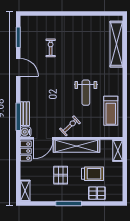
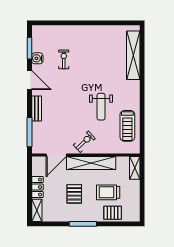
bench: (25, 114) -> (37, 108), moved
water cooler: (26, 132) -> (37, 58), moved
locker: (26, 151) -> (37, 187), moved
trolley: (93, 174) -> (108, 192), turned 180

